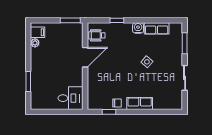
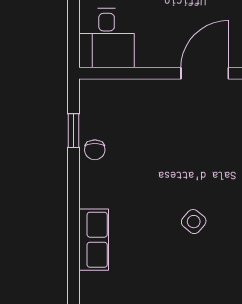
door: (85, 57) -> (205, 73), swing flipped
row of seats: (140, 104) -> (94, 240), moved

